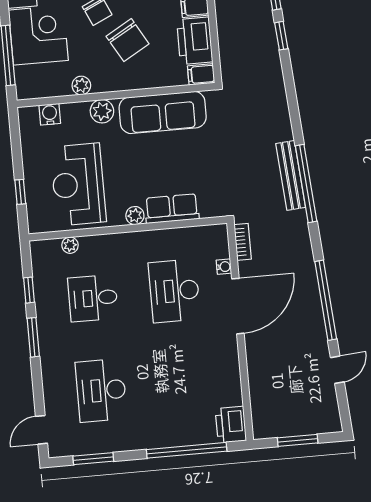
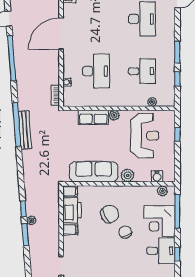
plant: (265, 16) -> (31, 220), added
chair: (128, 40) -> (110, 214), turned 92
plant: (81, 85) -> (162, 191), moved
door: (238, 306) -> (61, 34), moved

